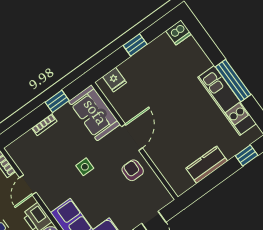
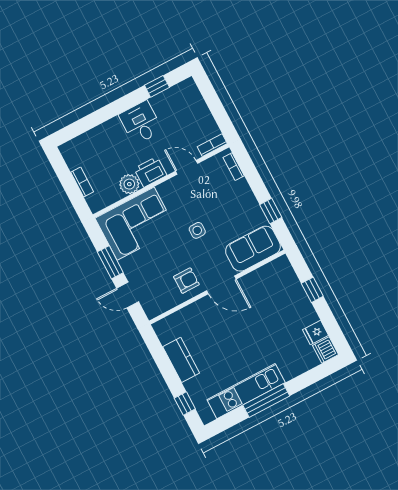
window: (135, 45) -> (312, 290), moved
fridge: (114, 80) -> (315, 333), moved
bookcase: (44, 125) -> (234, 167), moved

